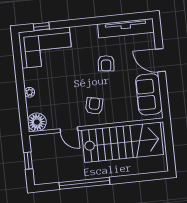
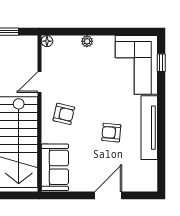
tv unit: (126, 28) -> (149, 128), moved
sofa: (149, 94) -> (55, 167), moved, turned 90
floor lamp: (37, 122) -> (47, 41), width x0.53, depth x0.53

